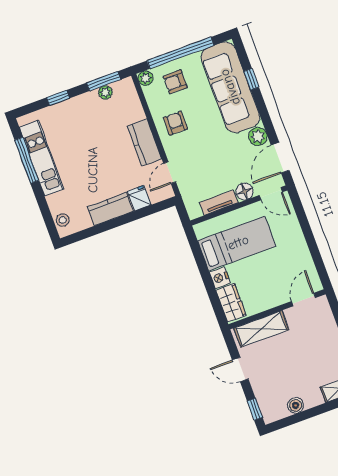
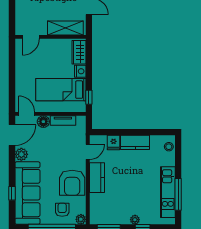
armchair: (175, 82) -> (62, 210), turned -90
plant: (105, 92) -> (135, 220), moved
armchair: (175, 123) -> (72, 183), width x1.88, depth x1.88
window: (195, 247) -> (89, 97), added

